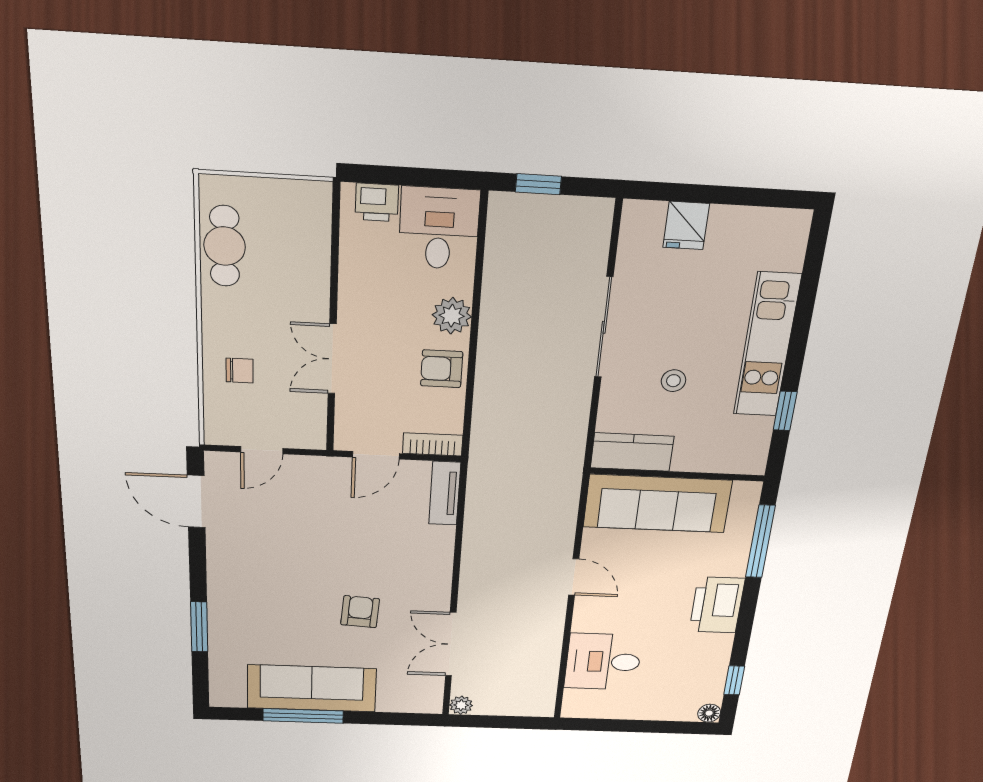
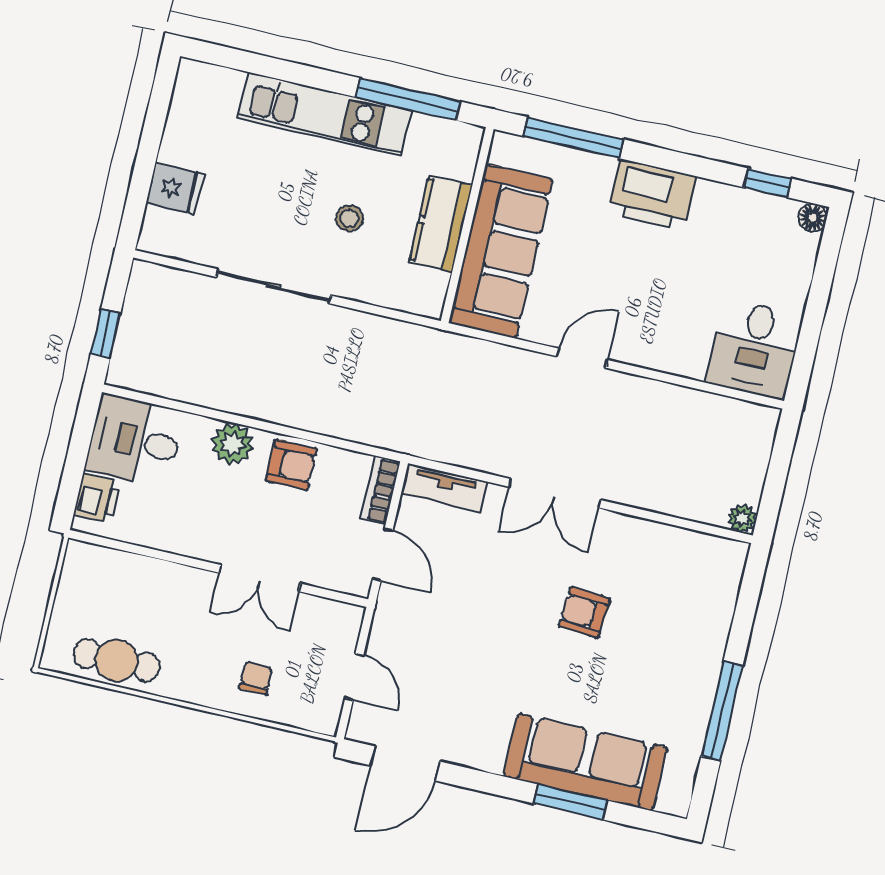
armchair: (442, 369) -> (291, 465), turned -90
window: (785, 411) -> (408, 99), width x2.17
kitchen counter: (632, 452) -> (441, 224), moved
double door: (451, 644) -> (555, 493), moved
desk: (603, 662) -> (754, 349), moved
sofa: (312, 688) -> (585, 762), moved, turned 90

